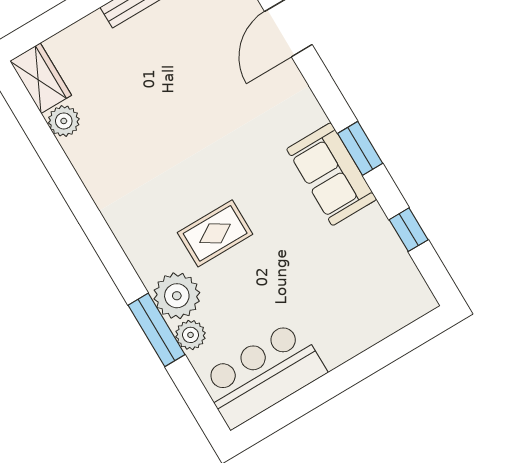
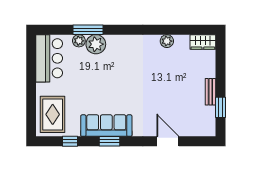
plant: (64, 121) -> (167, 41), moved
sofa: (332, 174) -> (106, 126), width x1.36
rug: (215, 233) -> (53, 114), moved, width x1.36, depth x1.43

